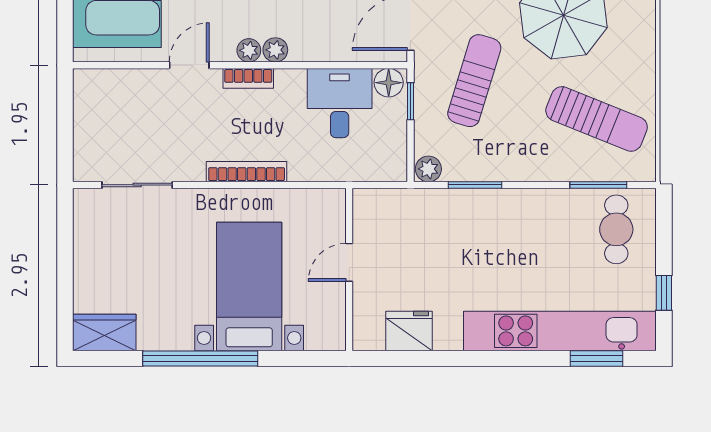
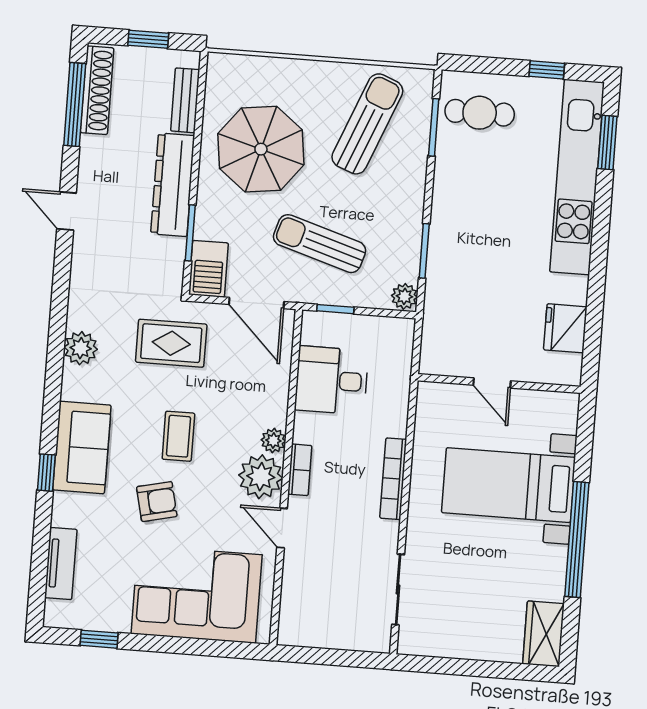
plant: (249, 50) -> (261, 477), width x1.88, depth x1.88
floor lamp: (389, 83) -> (315, 330), removed

